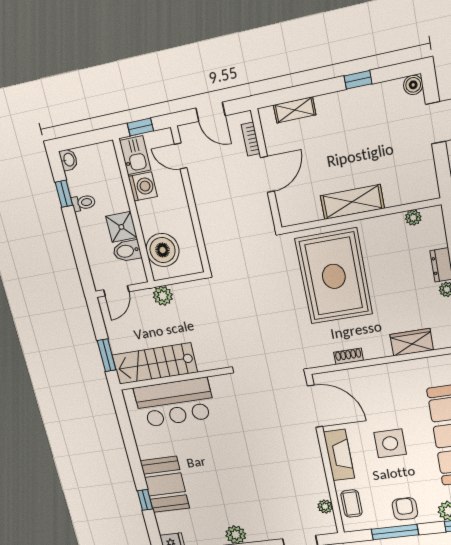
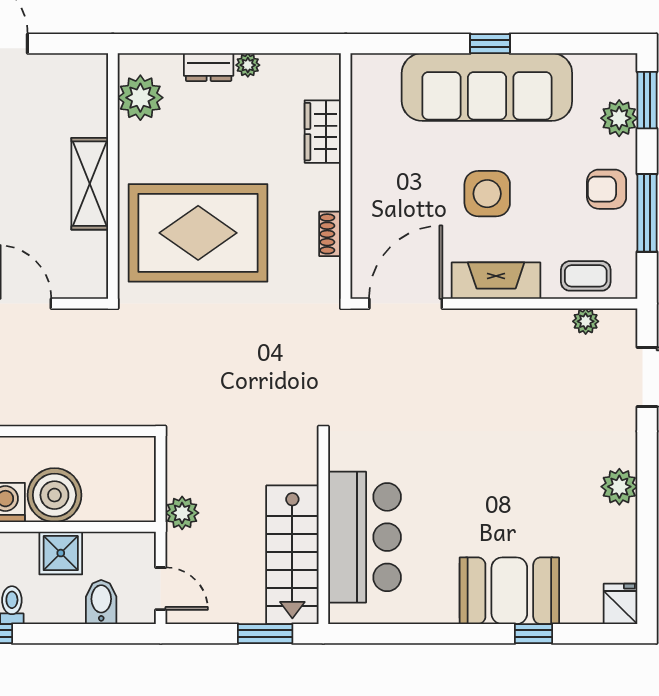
plant: (413, 218) -> (140, 98), width x1.88, depth x1.88
boiler: (163, 250) -> (54, 495), moved
bidet: (127, 251) -> (101, 602), moved, turned 180

